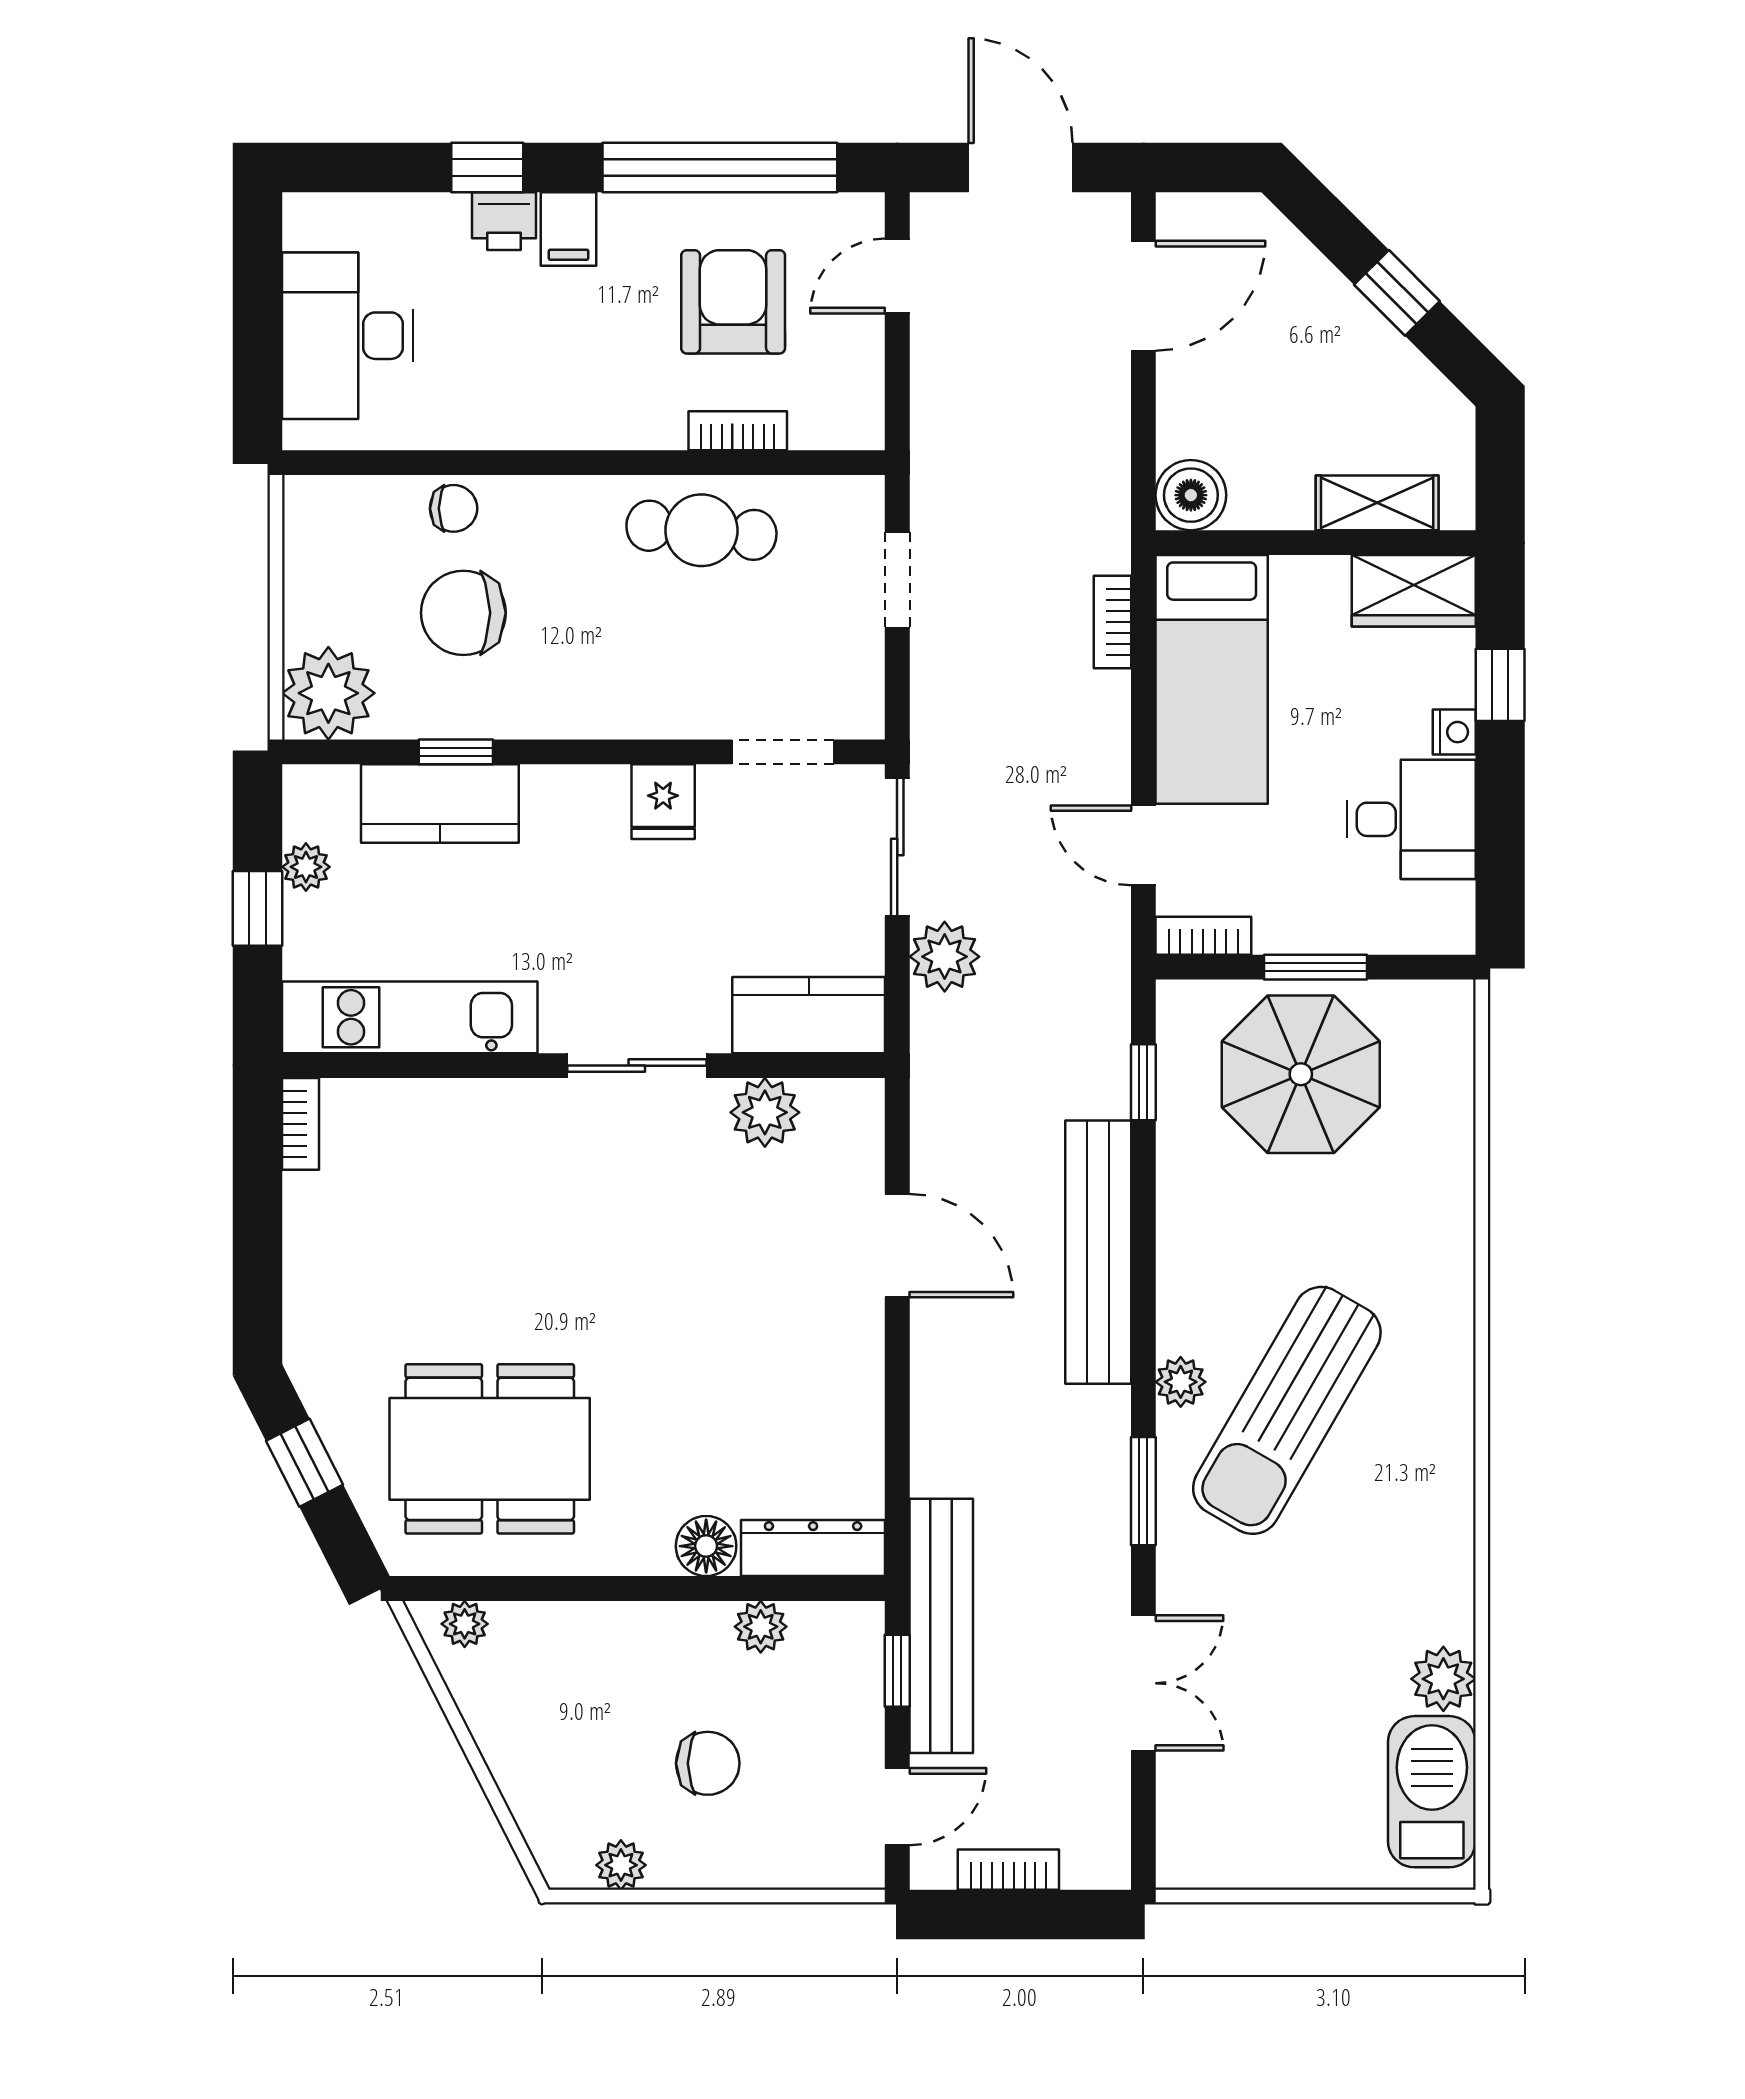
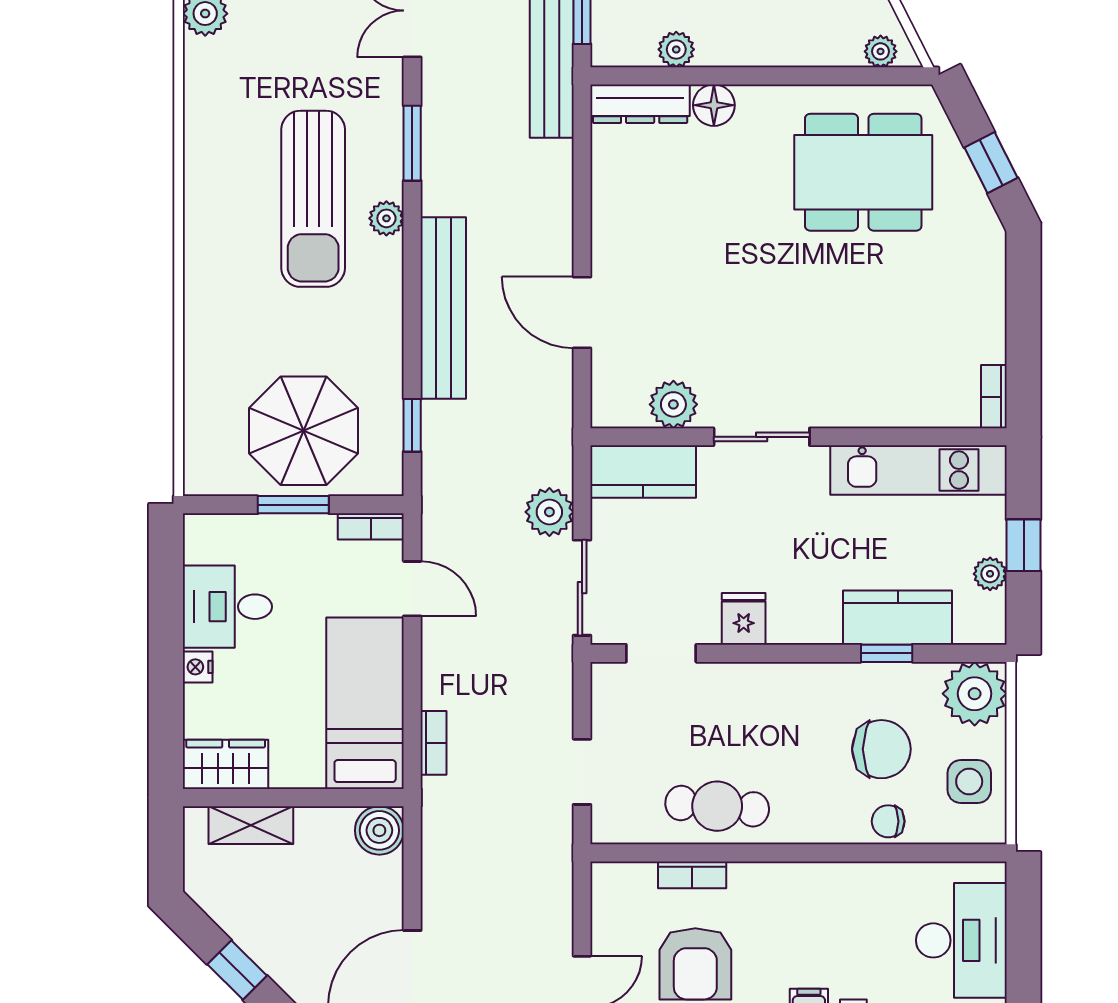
side table: (336, 566) -> (969, 782), added
window: (1500, 685) -> (166, 699), removed
sun lounger: (1287, 1410) -> (313, 199), turned 150

